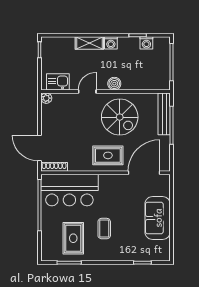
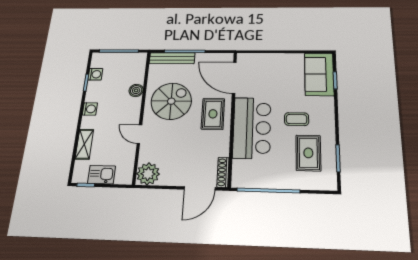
shelving: (89, 43) -> (84, 144), moved
kitchen sink: (58, 82) -> (102, 175), moved, turned 90
boiler: (114, 84) -> (136, 90), moved
plant: (46, 98) -> (148, 174), width x1.87, depth x1.87
bar counter: (69, 190) -> (252, 128), moved
sofa: (158, 218) -> (319, 74), moved, turned 90
rug: (73, 238) -> (308, 153), turned 90

